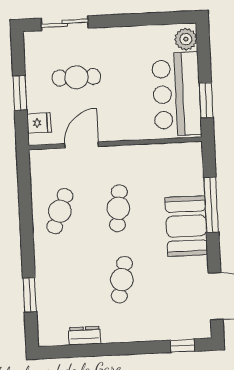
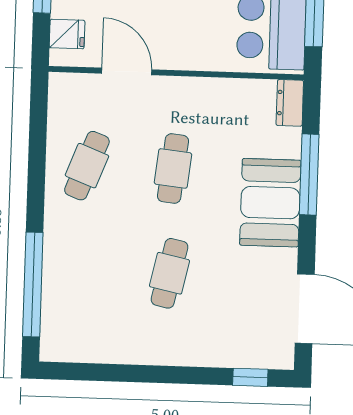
door: (82, 145) -> (127, 71), hinge flipped
window: (30, 295) -> (33, 284), width x2.11
dresser: (85, 336) -> (290, 103), moved, turned -90

